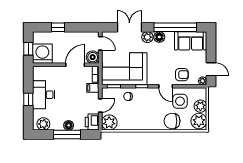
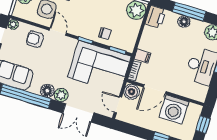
washing machine: (42, 54) -> (174, 109), moved
door: (100, 106) -> (140, 33), removed

